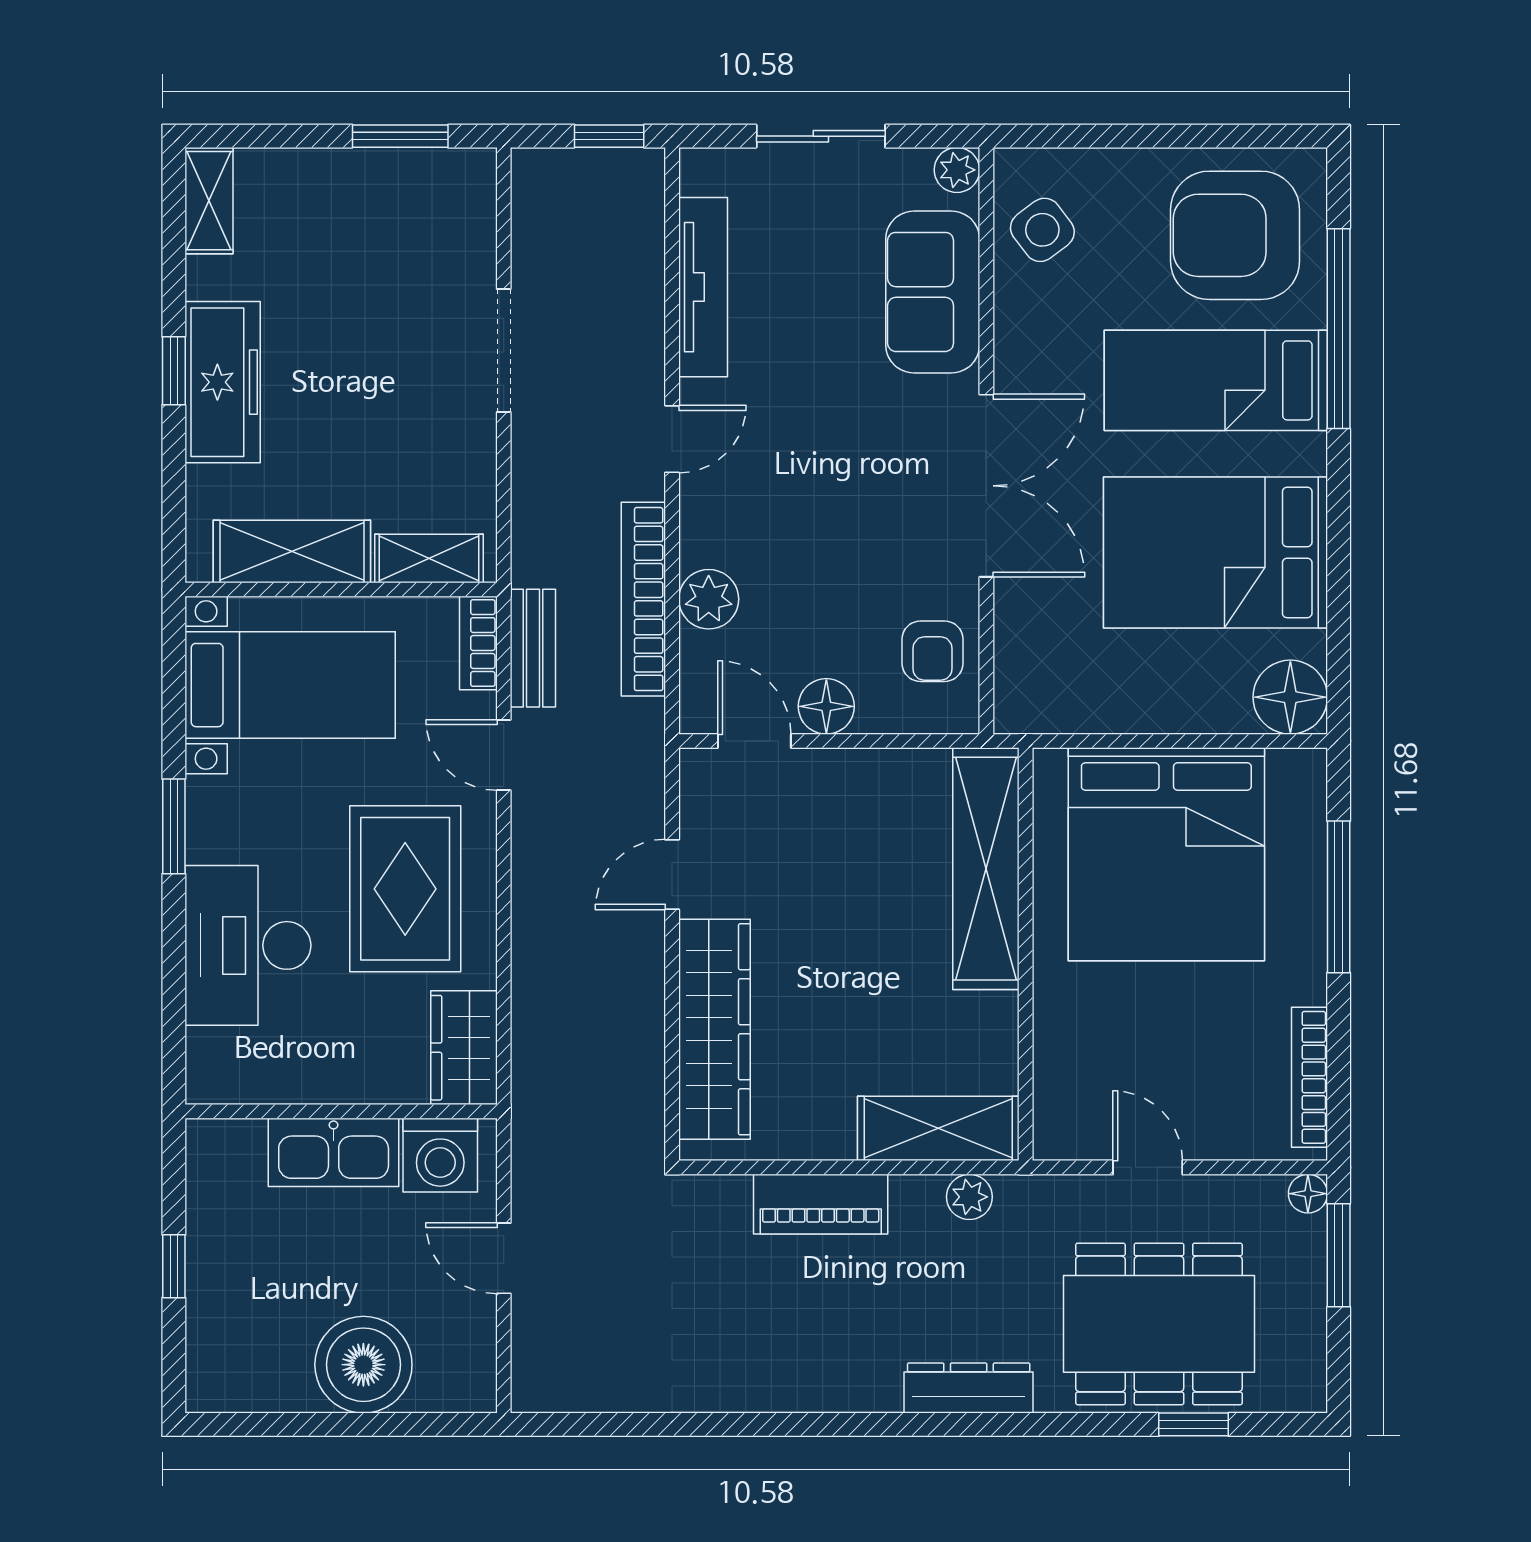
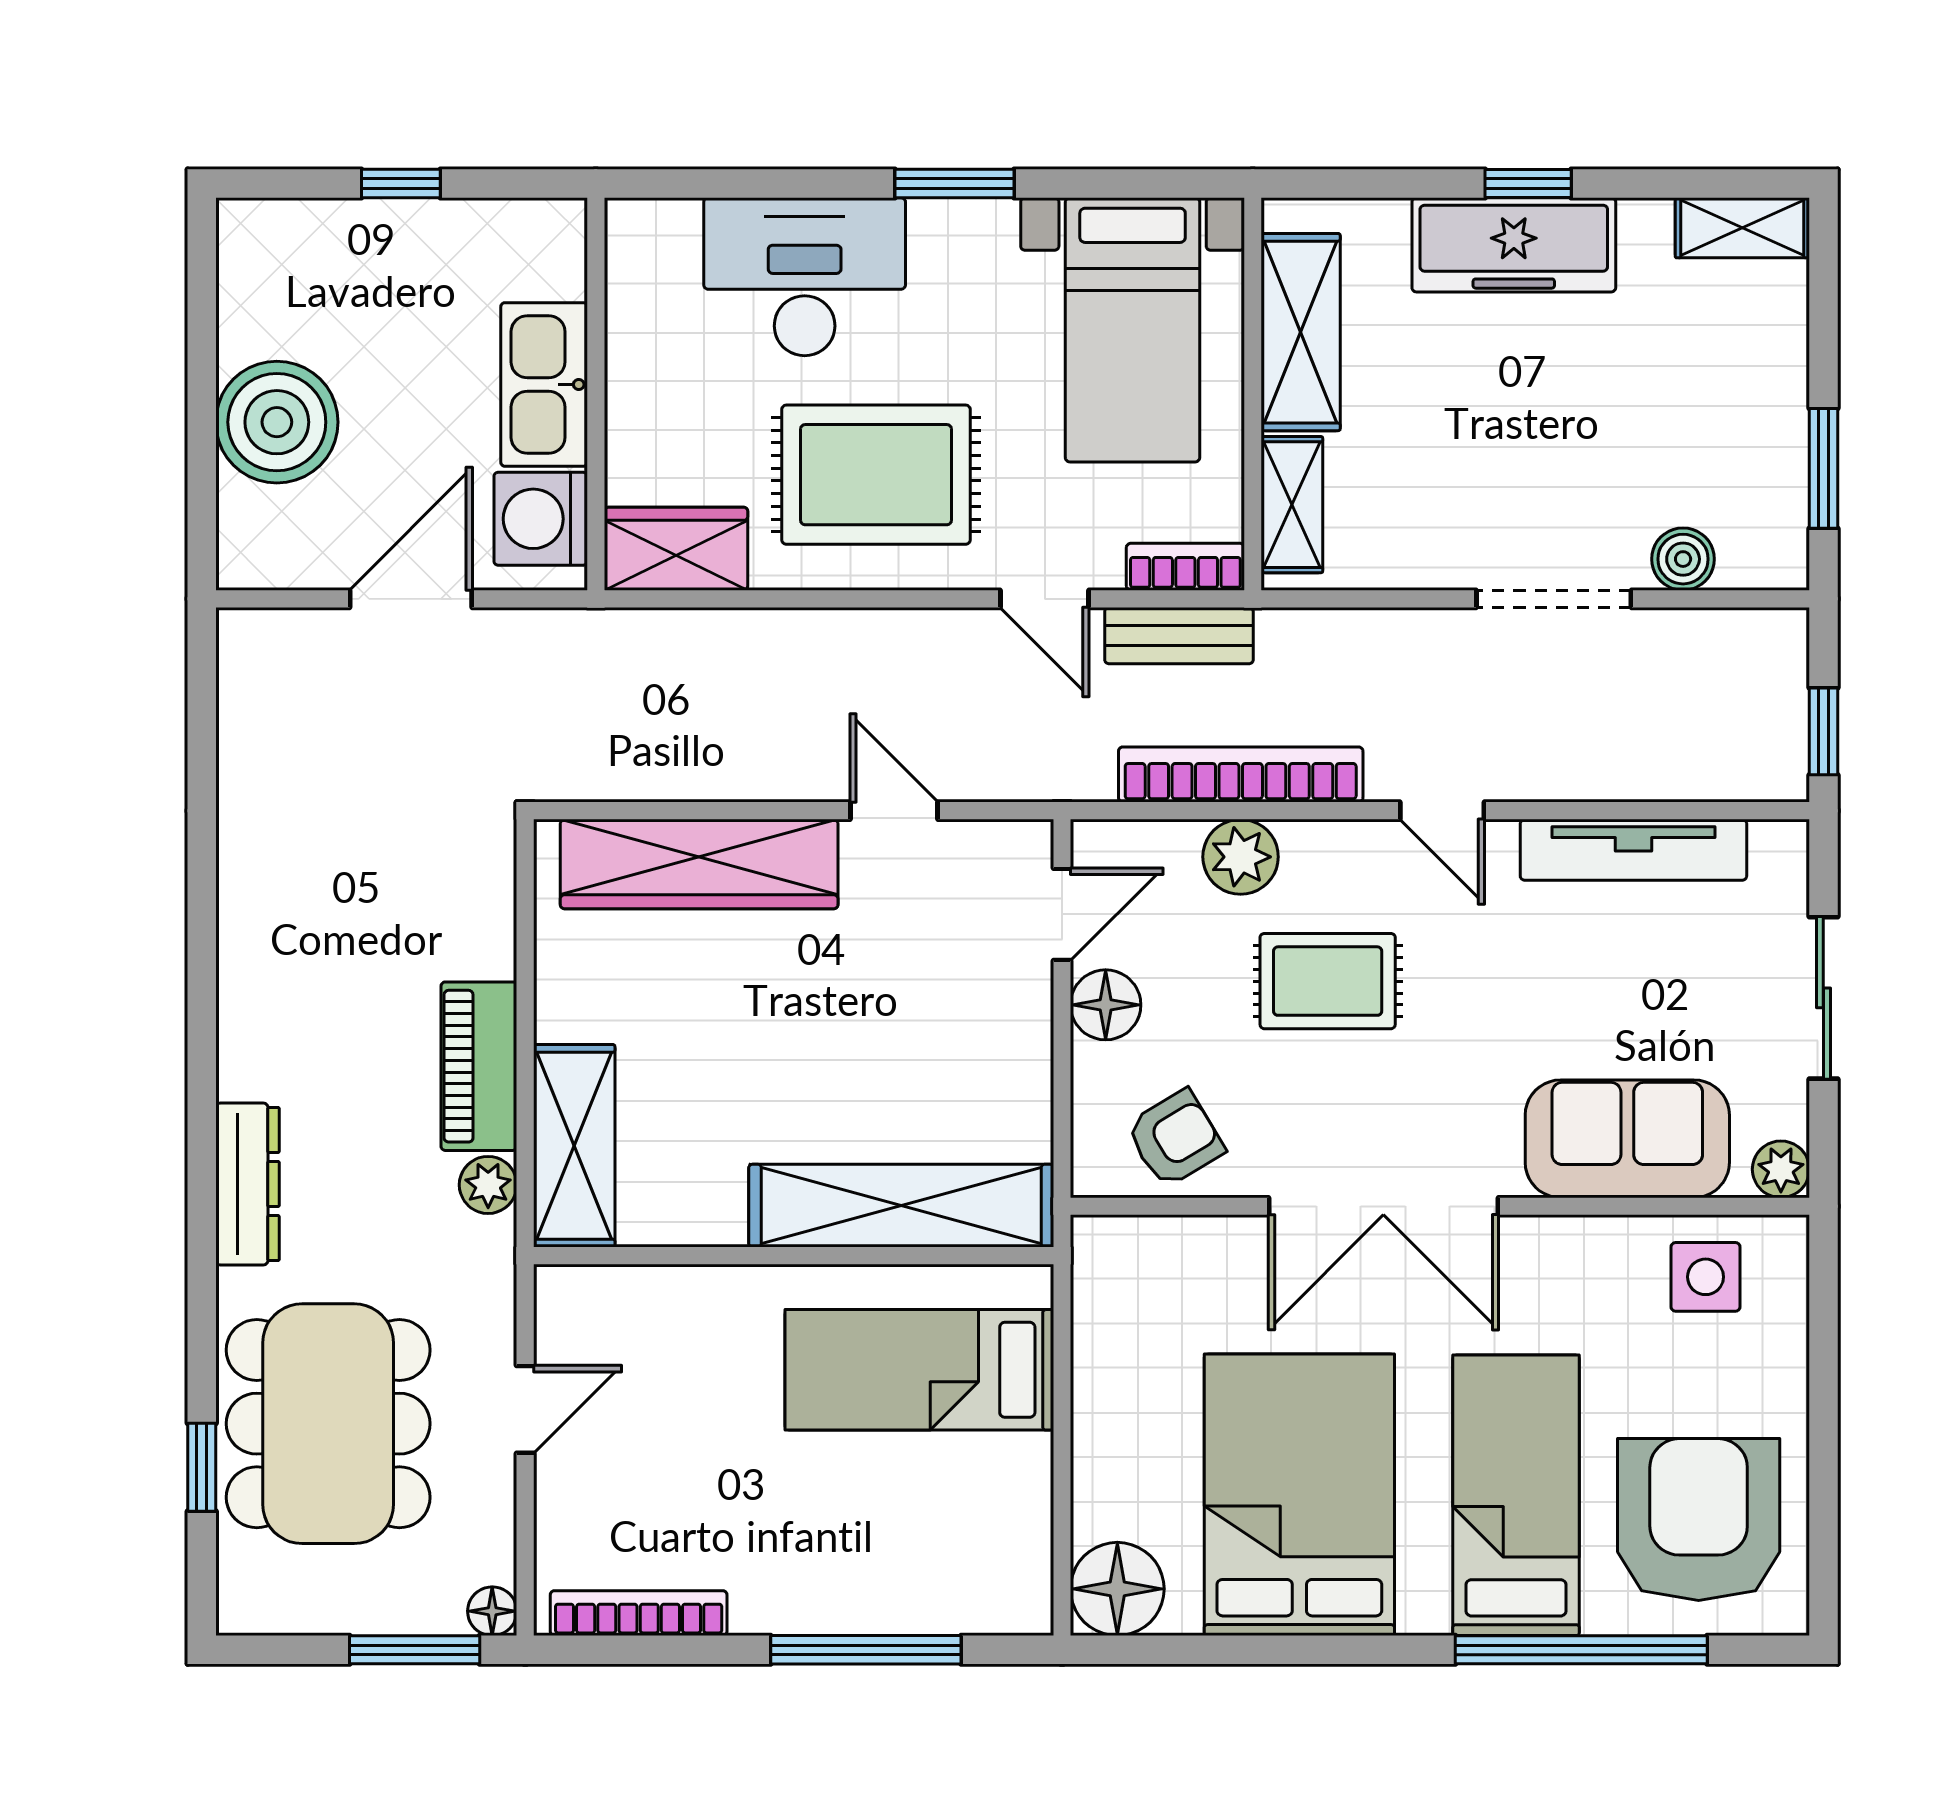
side table: (1042, 230) -> (1706, 1277), turned 37
boiler: (472, 248) -> (1683, 559), added
rug: (807, 530) -> (1328, 981), added
armchair: (932, 651) -> (1175, 1139), turned 149
door: (504, 755) -> (1044, 599), swing flipped
bed: (1166, 854) -> (919, 1370), width x0.49
piano: (821, 1204) -> (479, 1066), moved
door: (504, 1258) -> (411, 599), width x1.38

